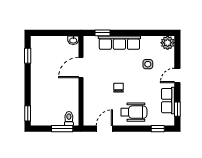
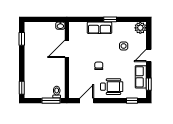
window: (102, 33) -> (110, 19), moved
row of seats: (119, 43) -> (100, 28), width x0.68

